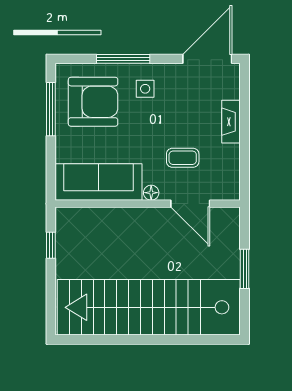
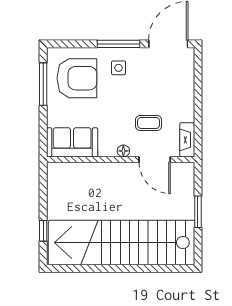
window: (123, 59) -> (118, 44), moved
fireplace: (231, 122) -> (187, 140), moved
sofa: (99, 182) -> (72, 142), width x0.73
window: (51, 245) -> (43, 231), moved

